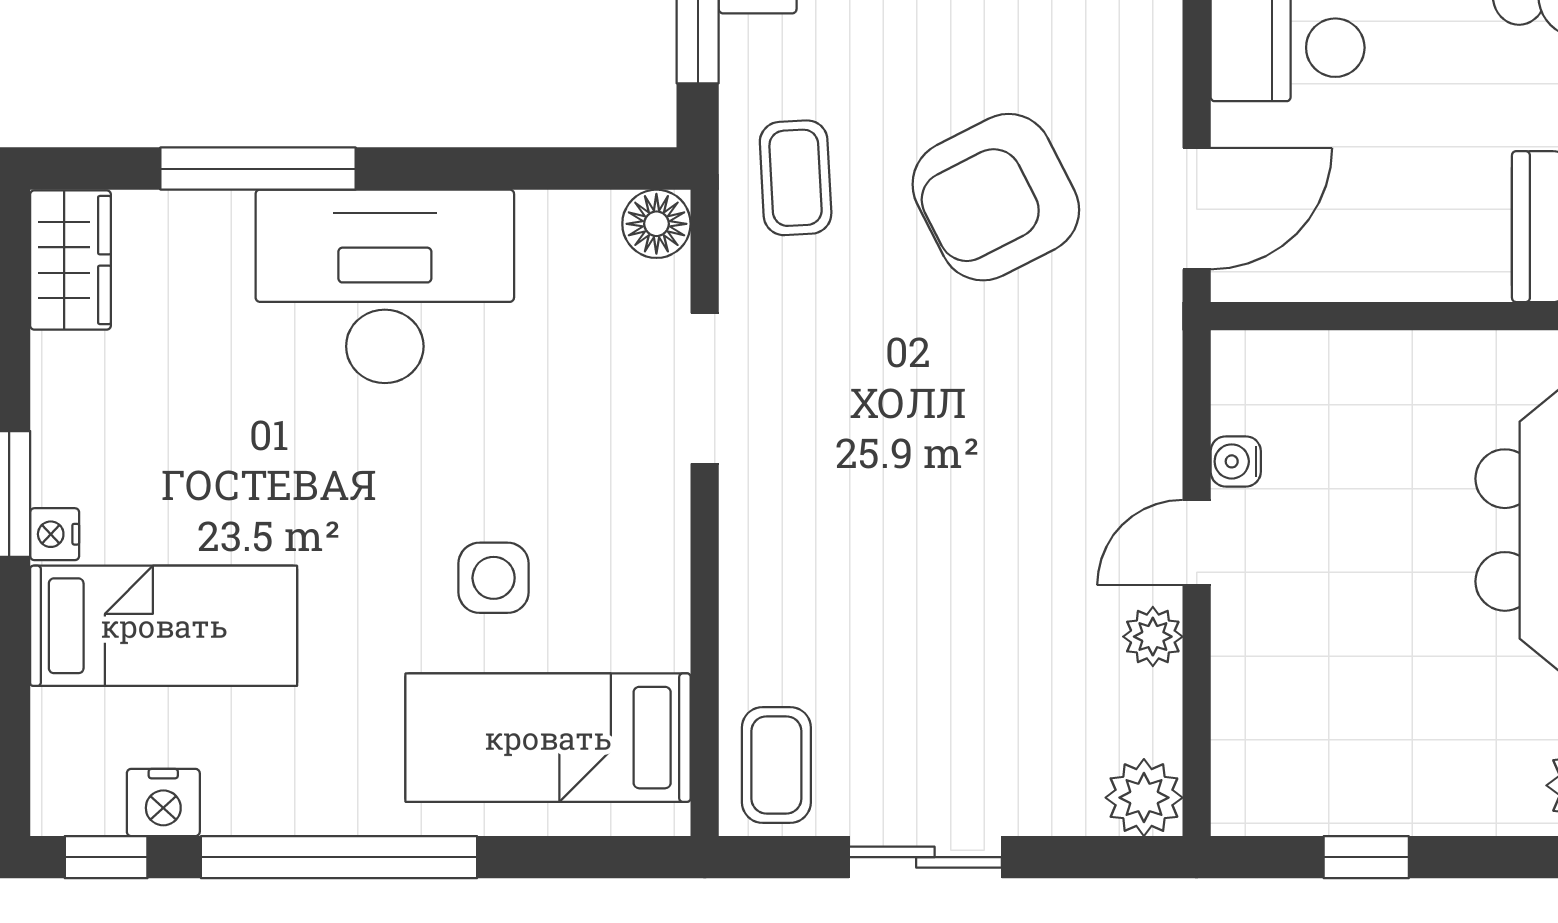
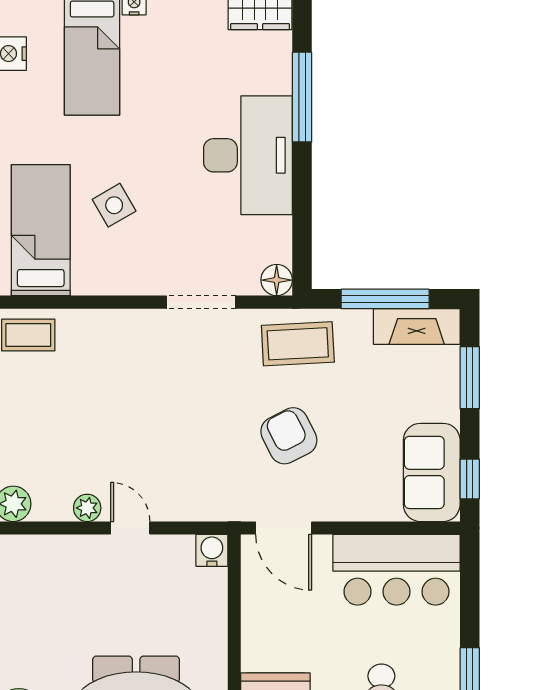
coffee table: (796, 178) -> (298, 344), width x1.36, depth x1.30
armchair: (996, 197) -> (289, 436), width x0.73, depth x0.73
water cooler: (1236, 461) -> (212, 550), moved, width x1.38, depth x1.38
side table: (494, 578) -> (114, 205), turned -30

